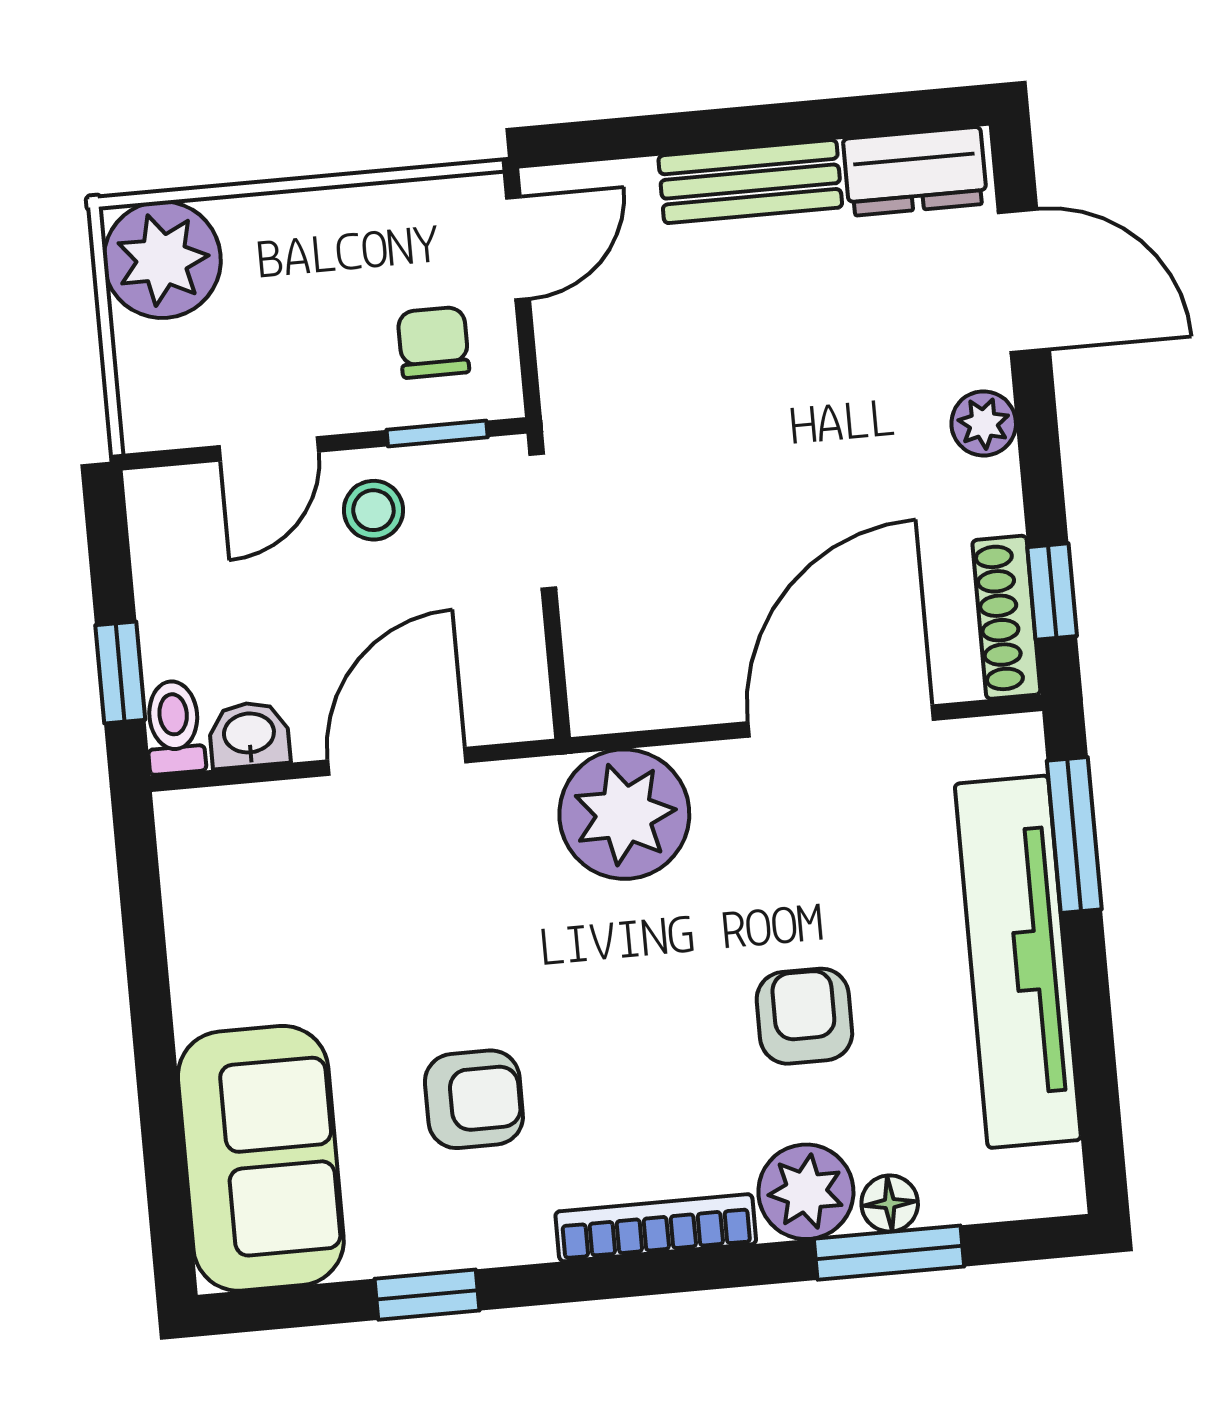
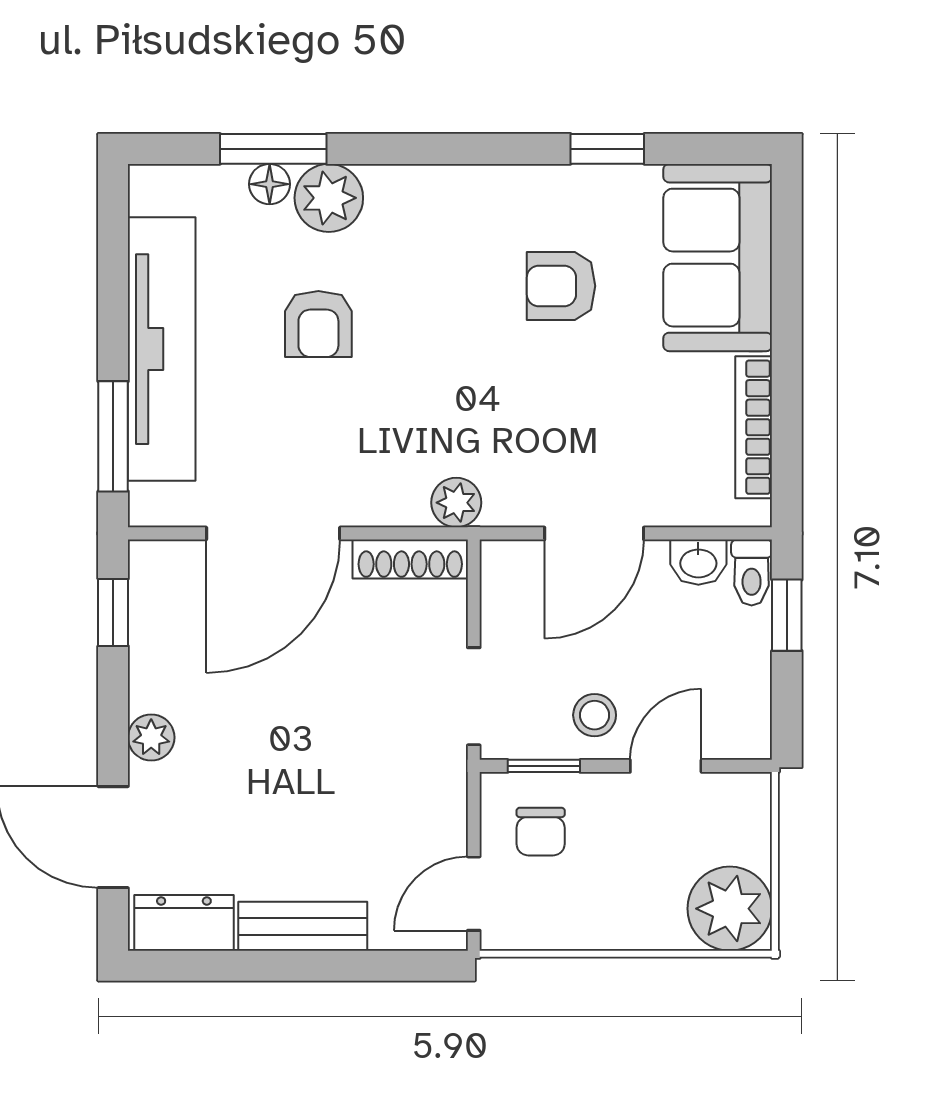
shoe rack: (1006, 617) -> (410, 559), moved, turned 90
plant: (624, 814) -> (456, 503), width x0.53, depth x0.53
bookcase: (656, 1228) -> (754, 427), moved, turned 90

